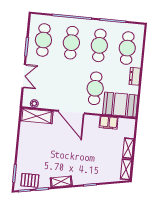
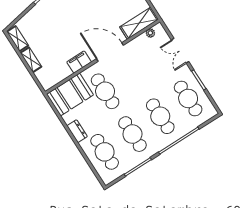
filing cabinet: (109, 123) -> (79, 62), moved

